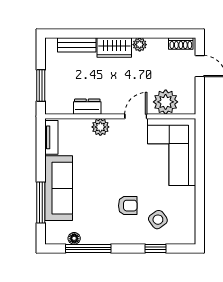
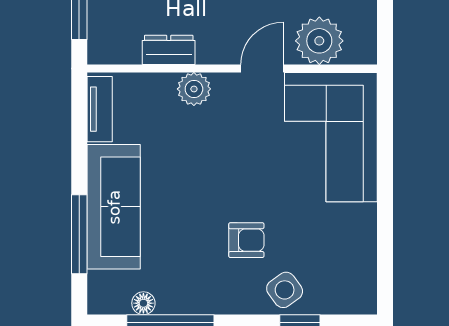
side table: (158, 220) -> (285, 290), moved

